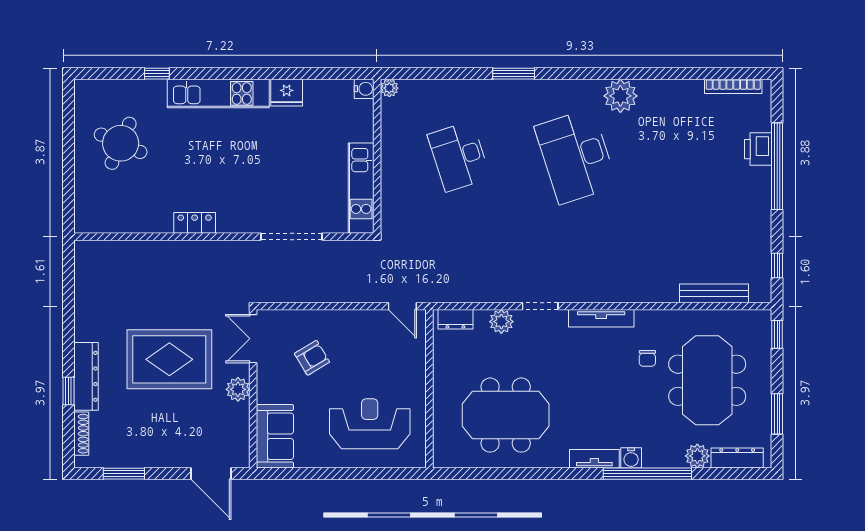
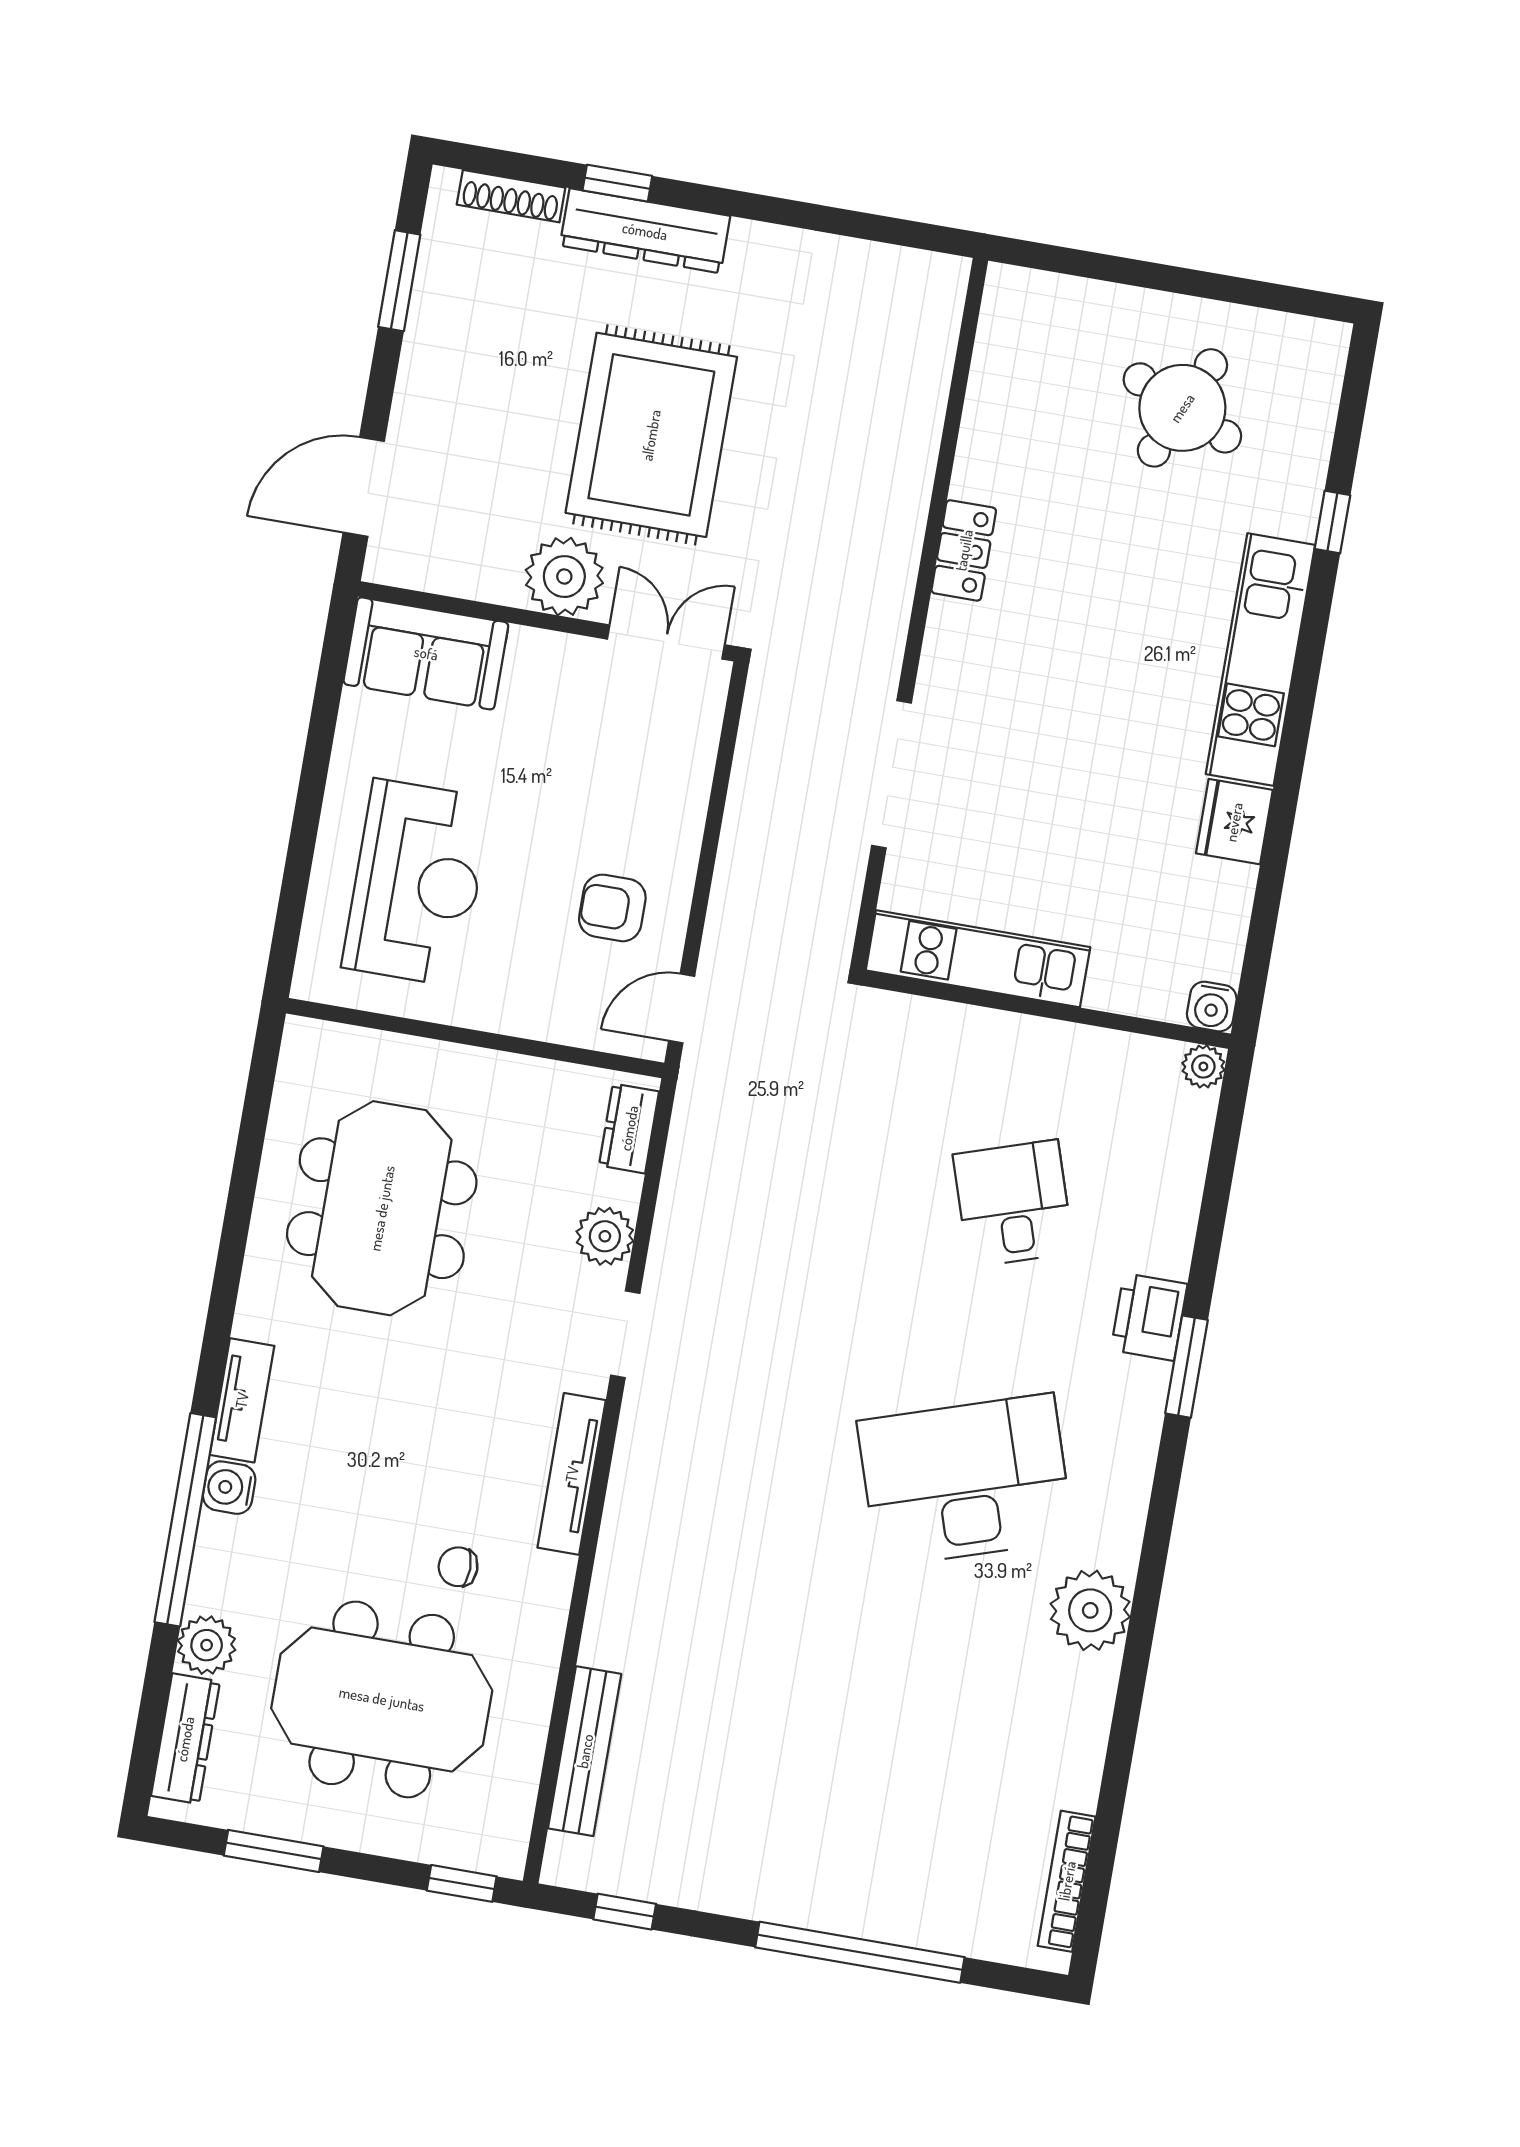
printer: (758, 149) -> (1149, 1317), moved, turned -90
desk: (459, 156) -> (1013, 1203), width x0.73
armchair: (312, 358) -> (612, 908), moved, turned 121
plant: (238, 389) -> (564, 577), width x1.36, depth x1.36

